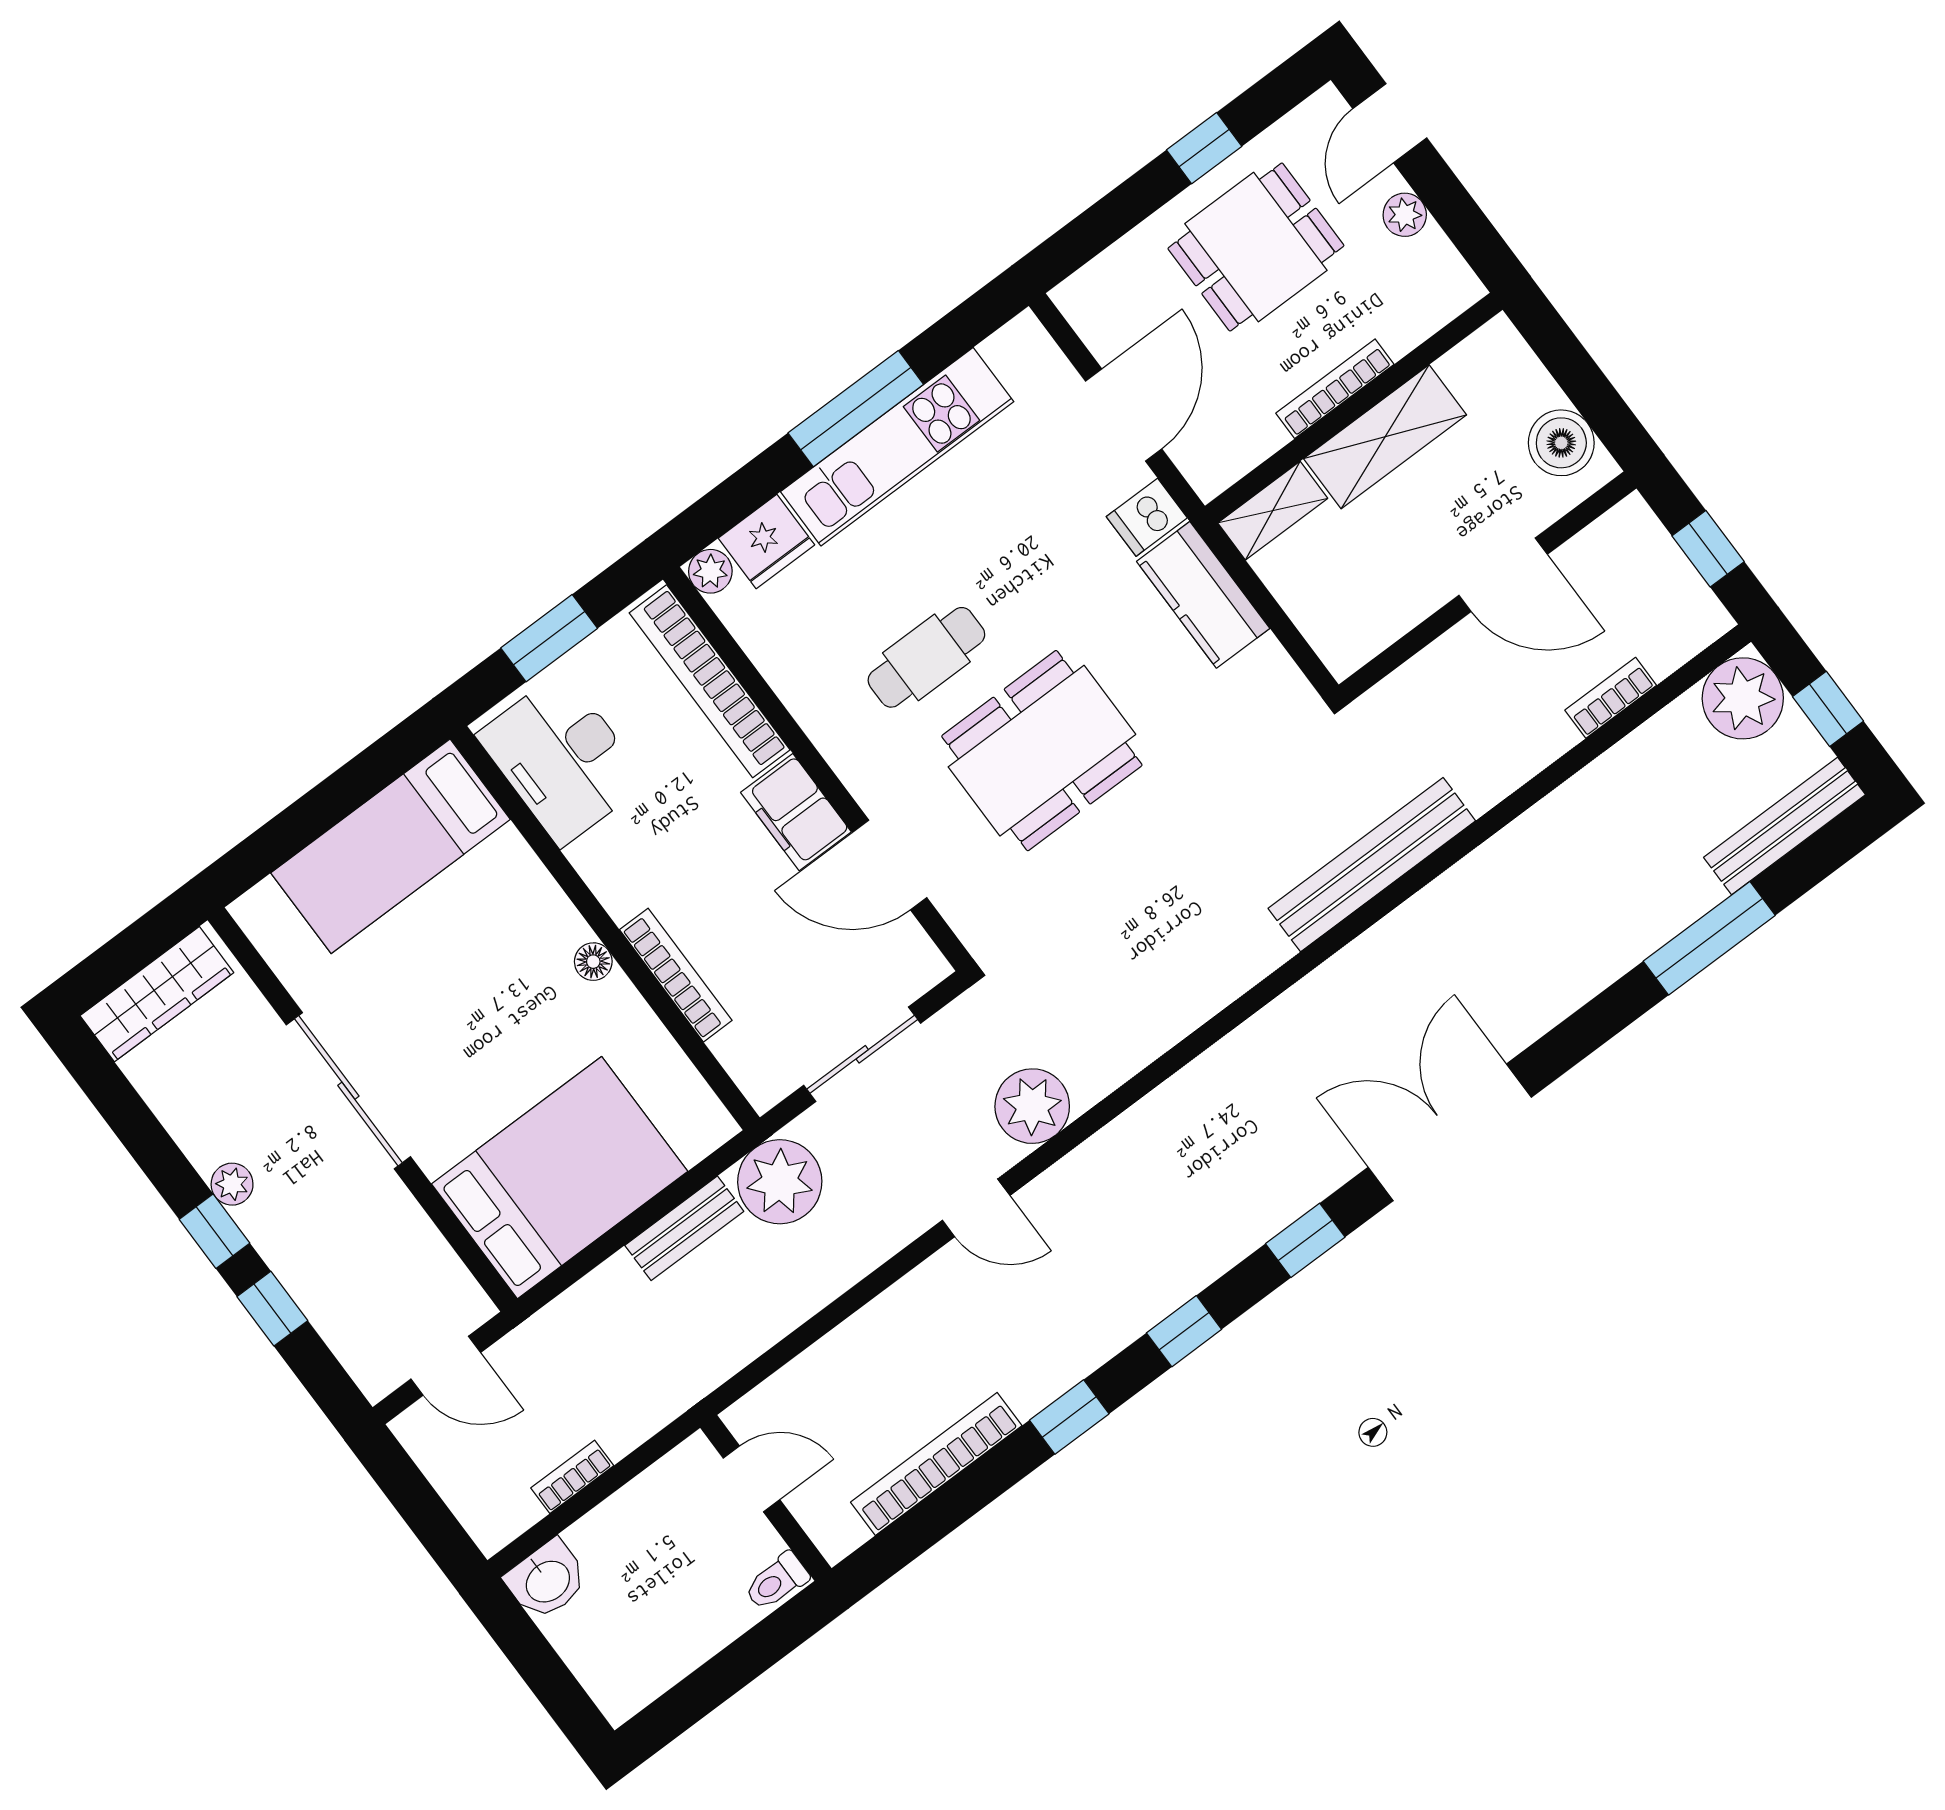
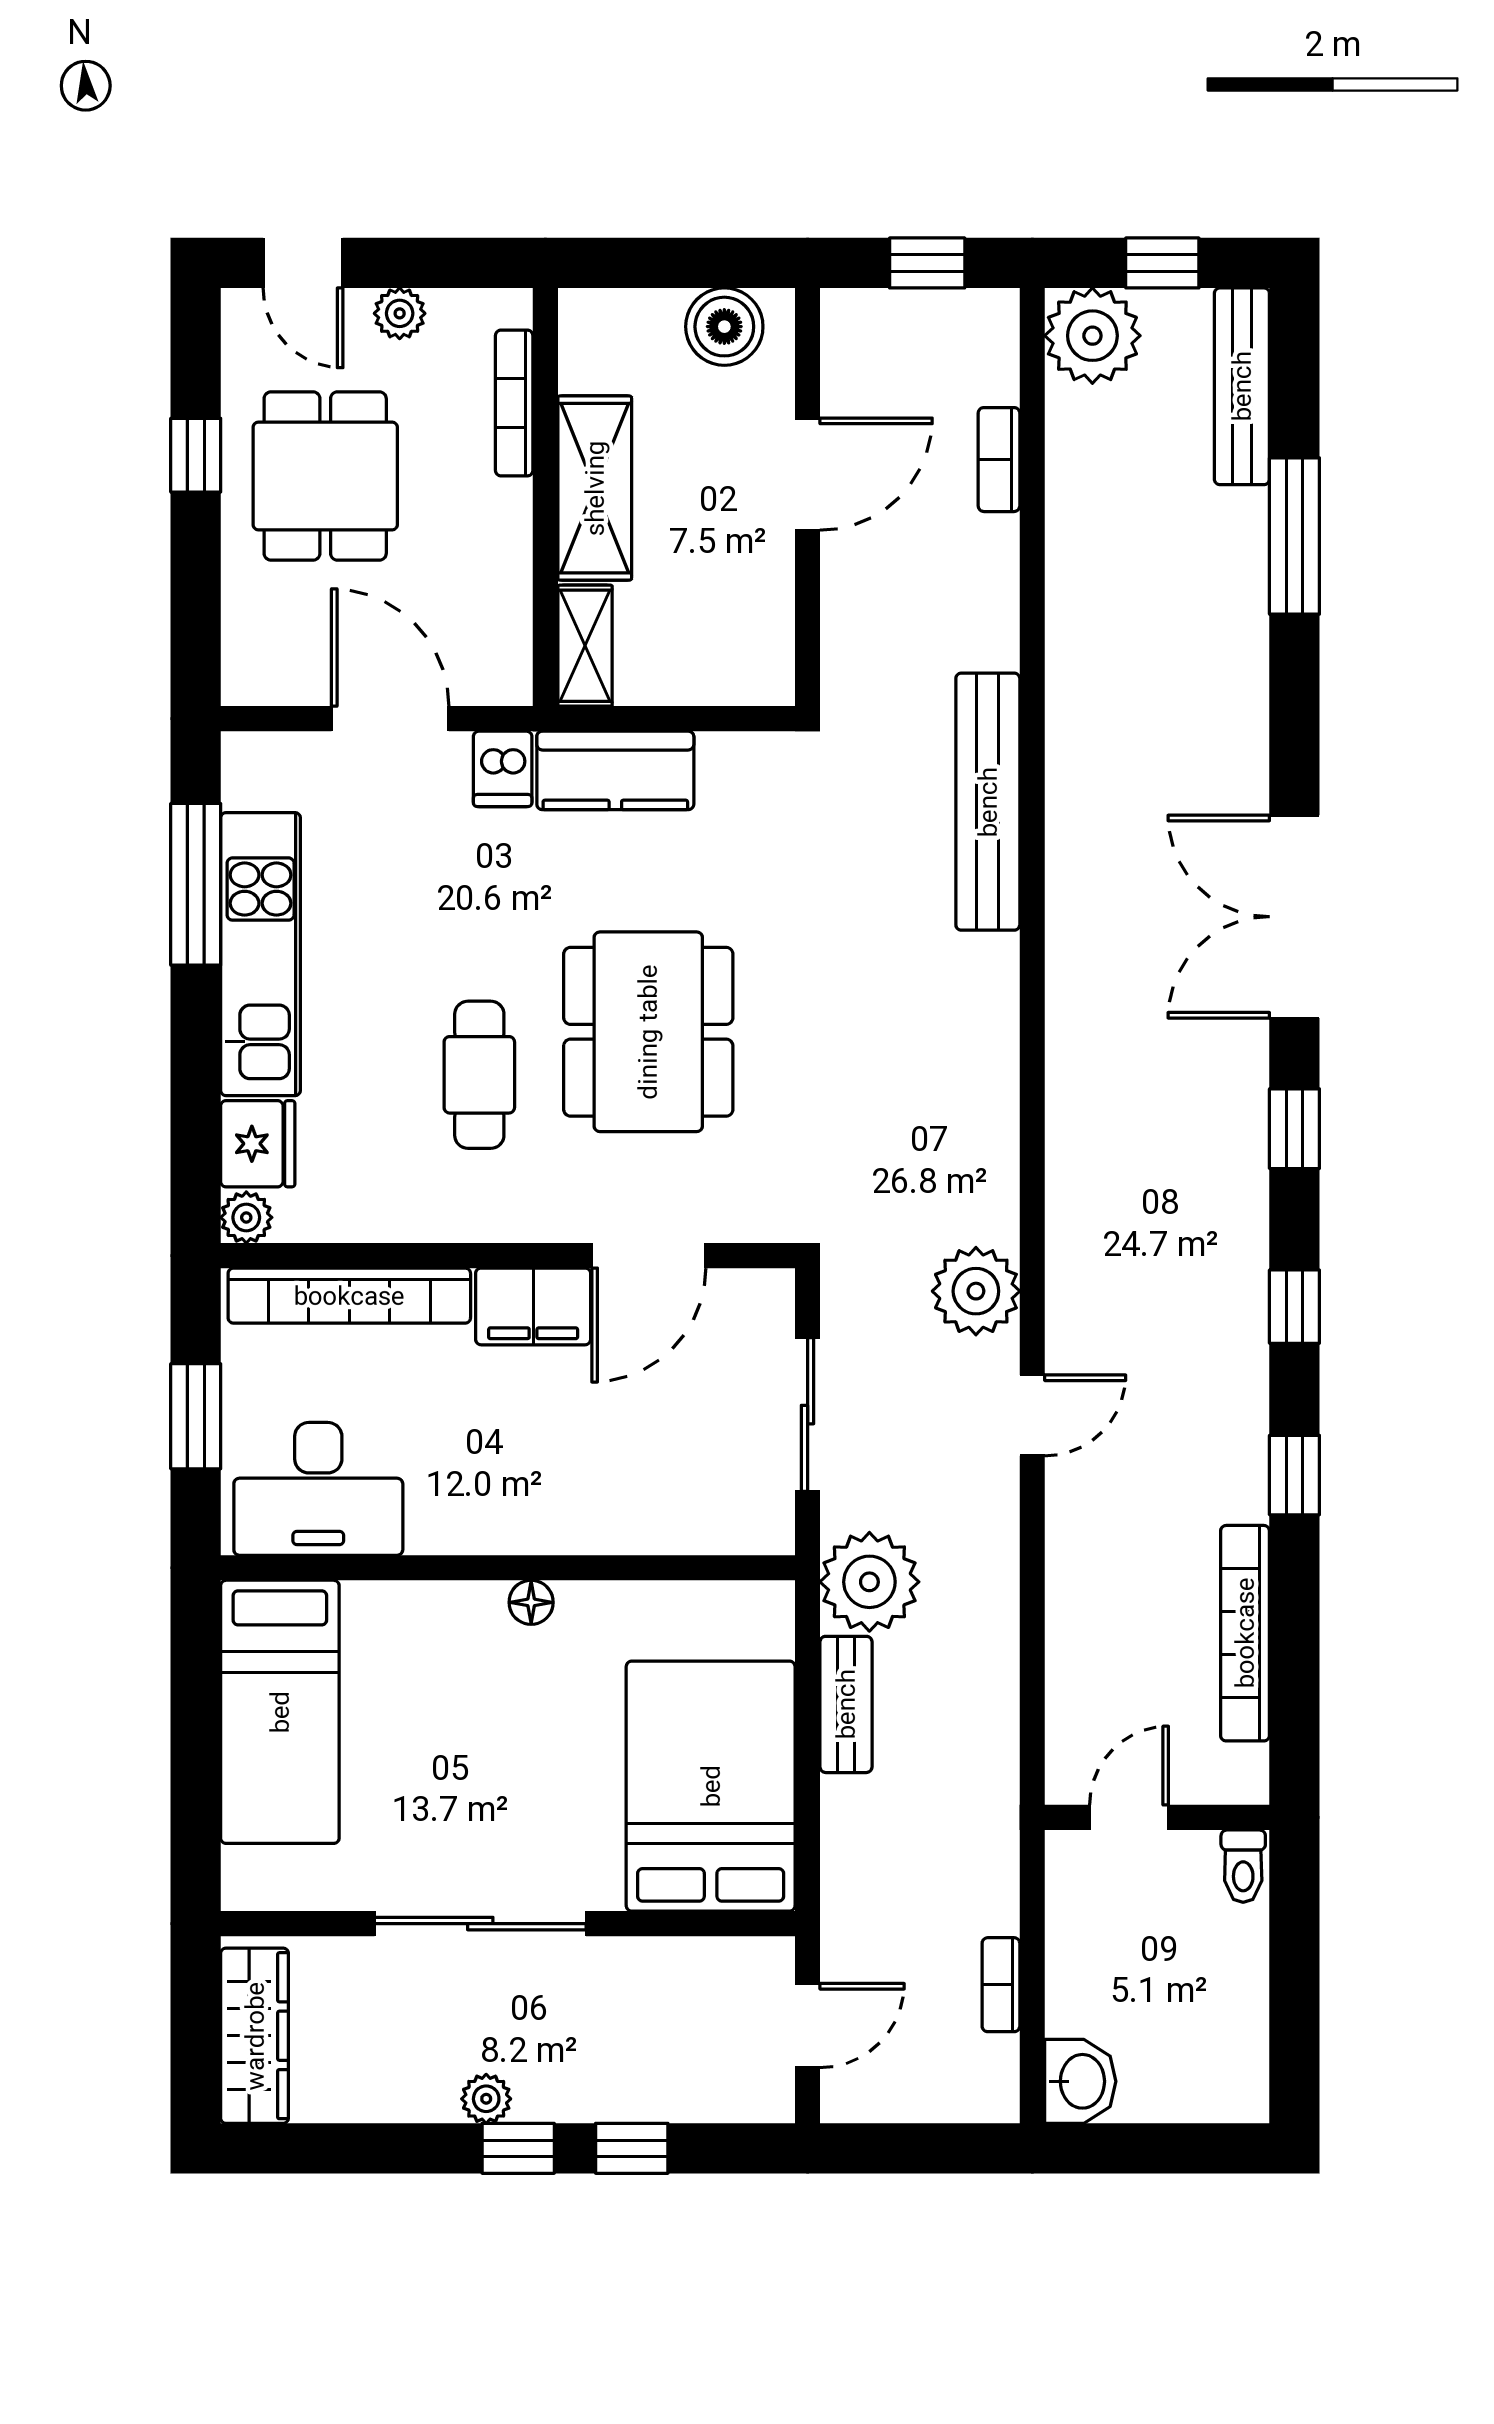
bookcase: (1335, 389) -> (514, 403), moved
window: (856, 409) -> (196, 884), moved
bookcase: (676, 975) -> (602, 1534), removed

